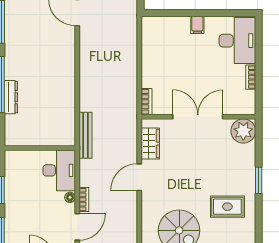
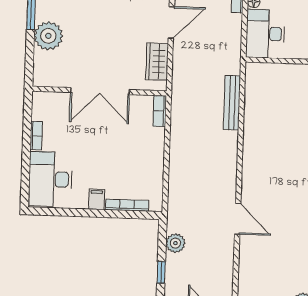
bookcase: (171, 21) -> (127, 205), added
plant: (243, 131) -> (48, 36), moved
bench: (85, 135) -> (232, 103), moved

